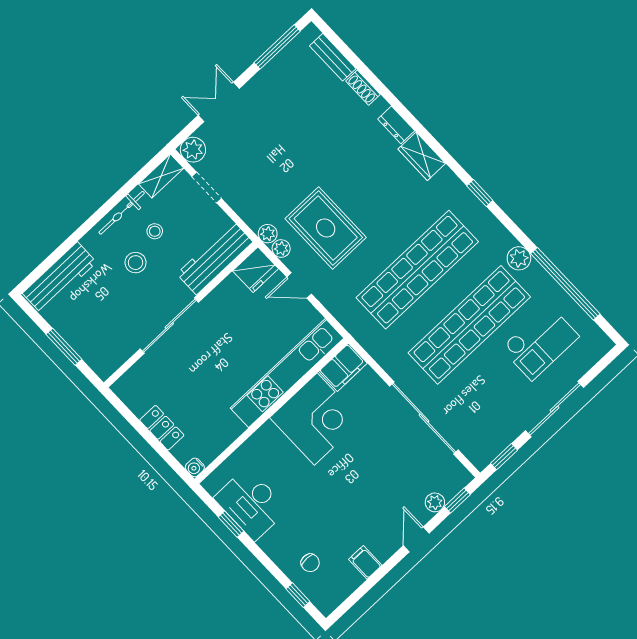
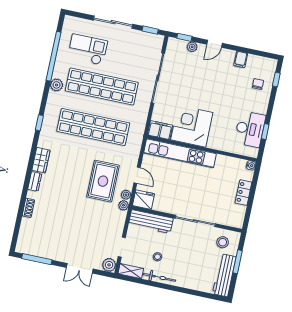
bench: (333, 57) -> (24, 231), removed
stool: (136, 263) -> (223, 242), moved
workbench: (60, 278) -> (224, 275), moved, turned -90

